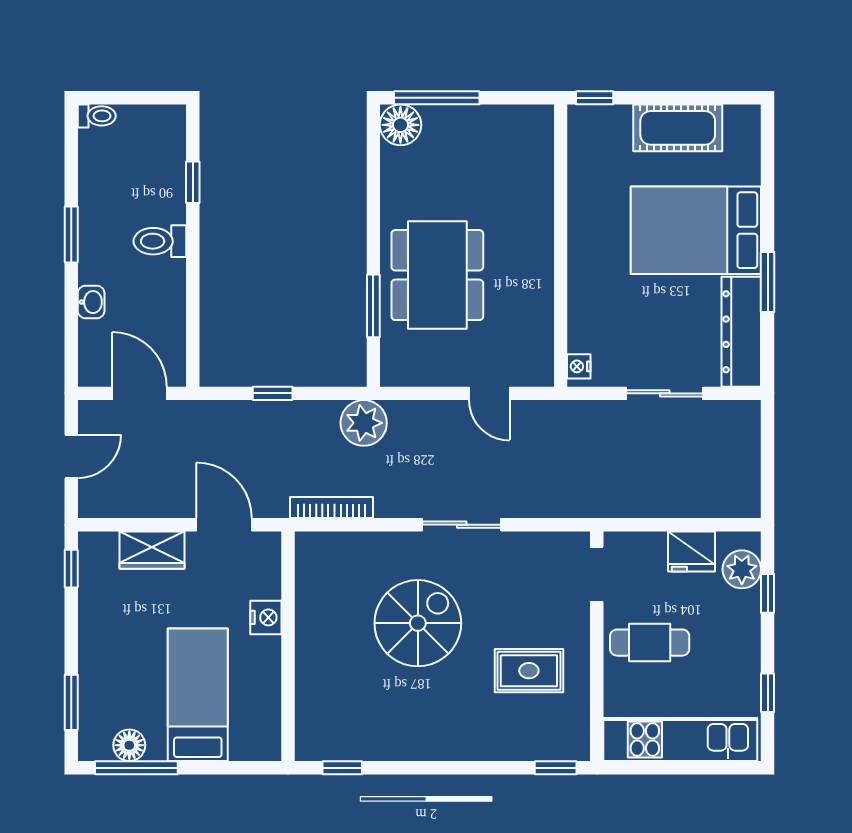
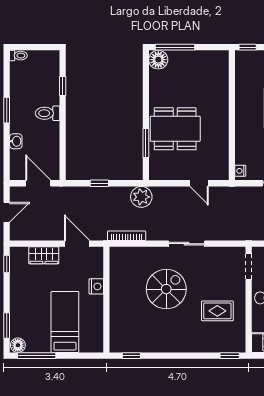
dining table: (437, 275) -> (175, 129), turned 90
floor lamp: (129, 745) -> (18, 345), moved

